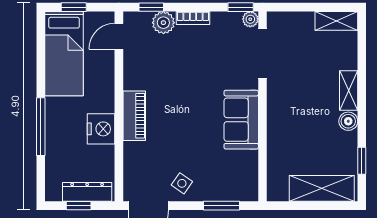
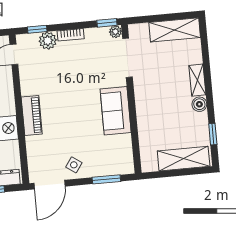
shelving: (336, 21) -> (175, 30), width x1.50, depth x1.33

